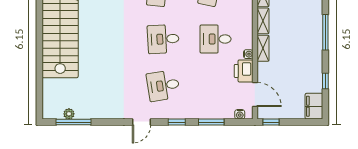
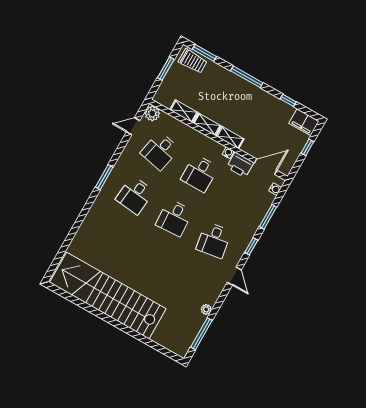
plant: (69, 114) -> (206, 309), moved
window: (271, 122) -> (307, 147), moved

